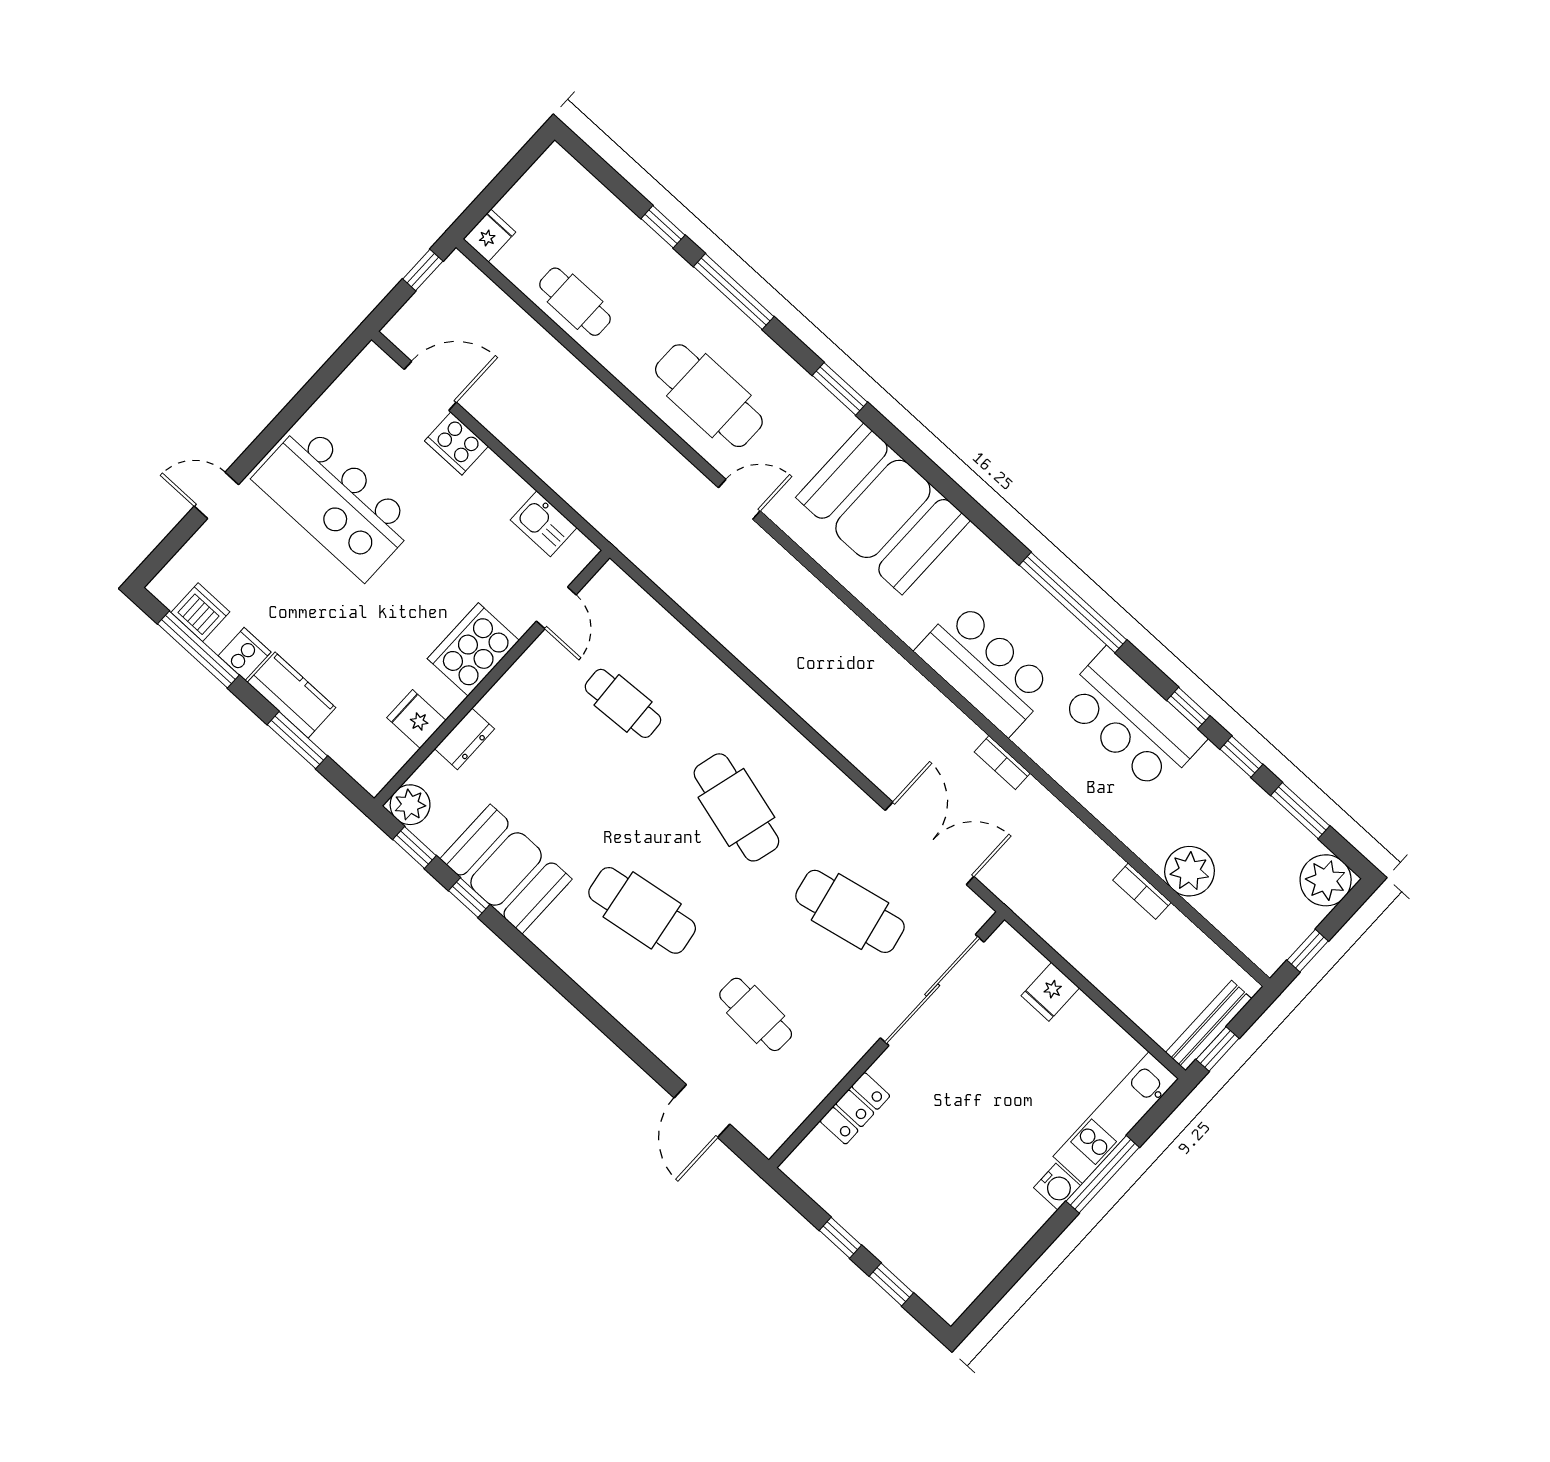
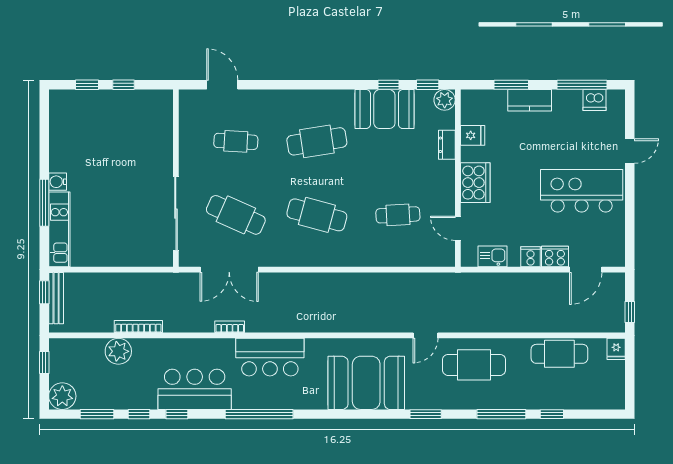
cafe table: (575, 302) -> (559, 354), width x1.37, depth x1.35
cooker: (245, 654) -> (530, 257), moved, turned 180
bookcase: (1142, 891) -> (138, 327), width x1.56
cafe table: (850, 911) -> (236, 215), turned 36
fridge: (1050, 992) -> (130, 255), removed
locker: (855, 1108) -> (164, 140), removed

